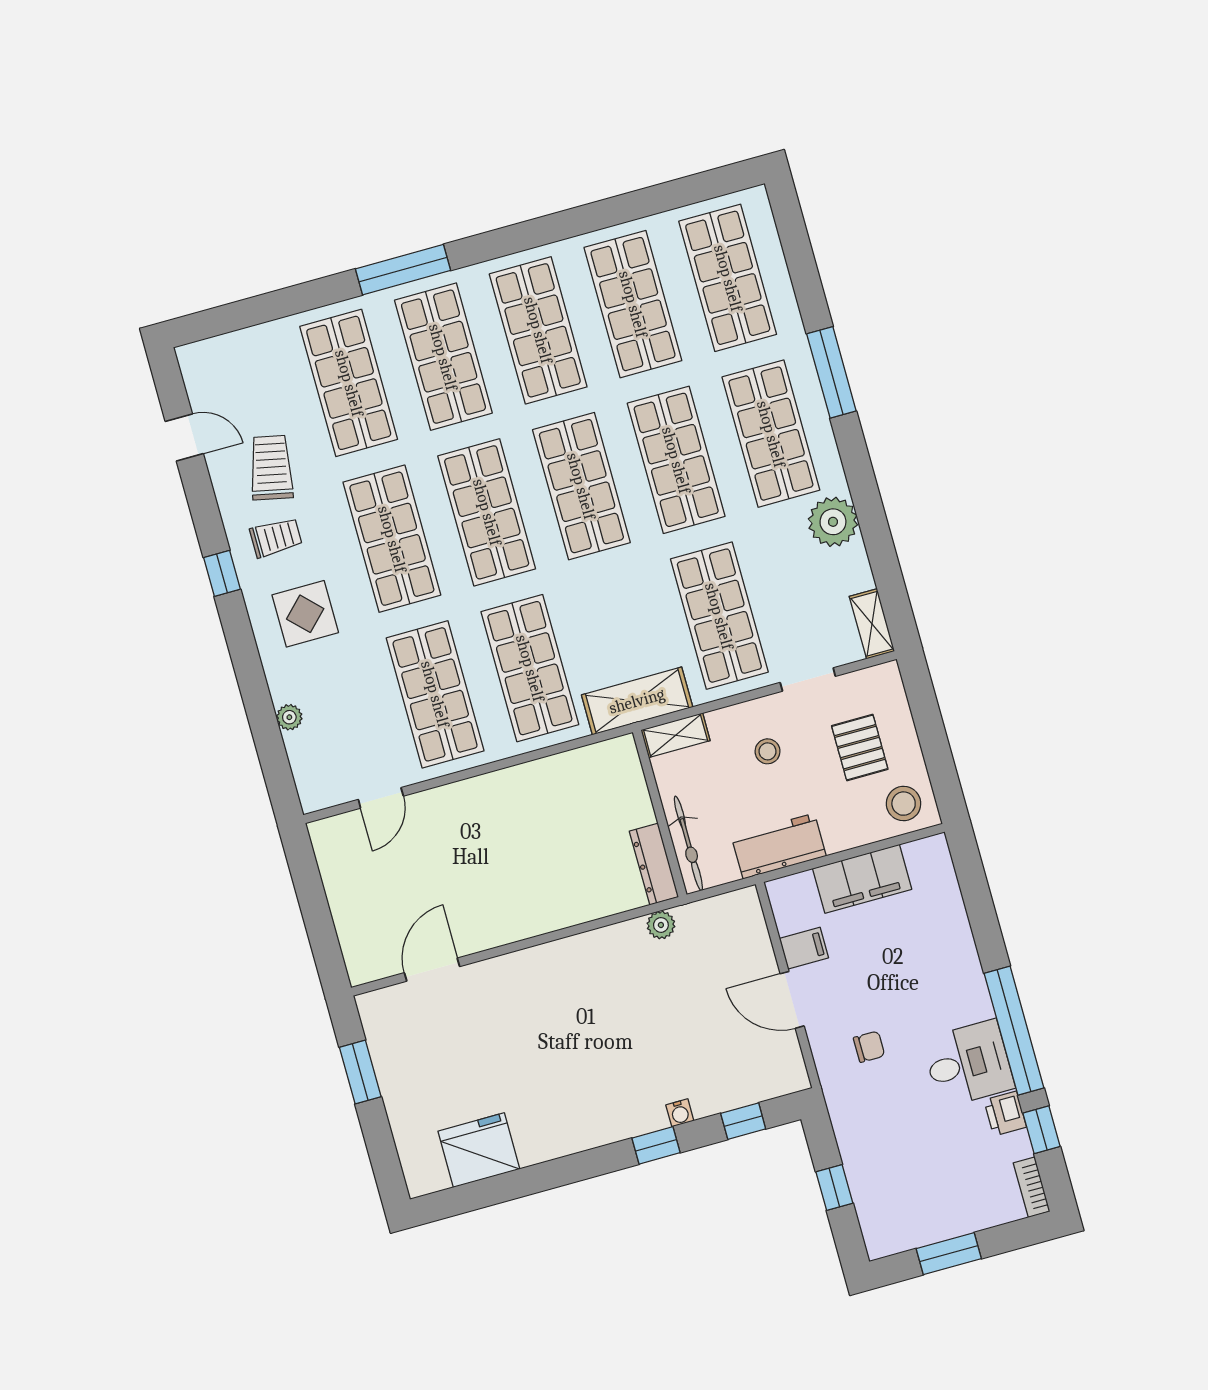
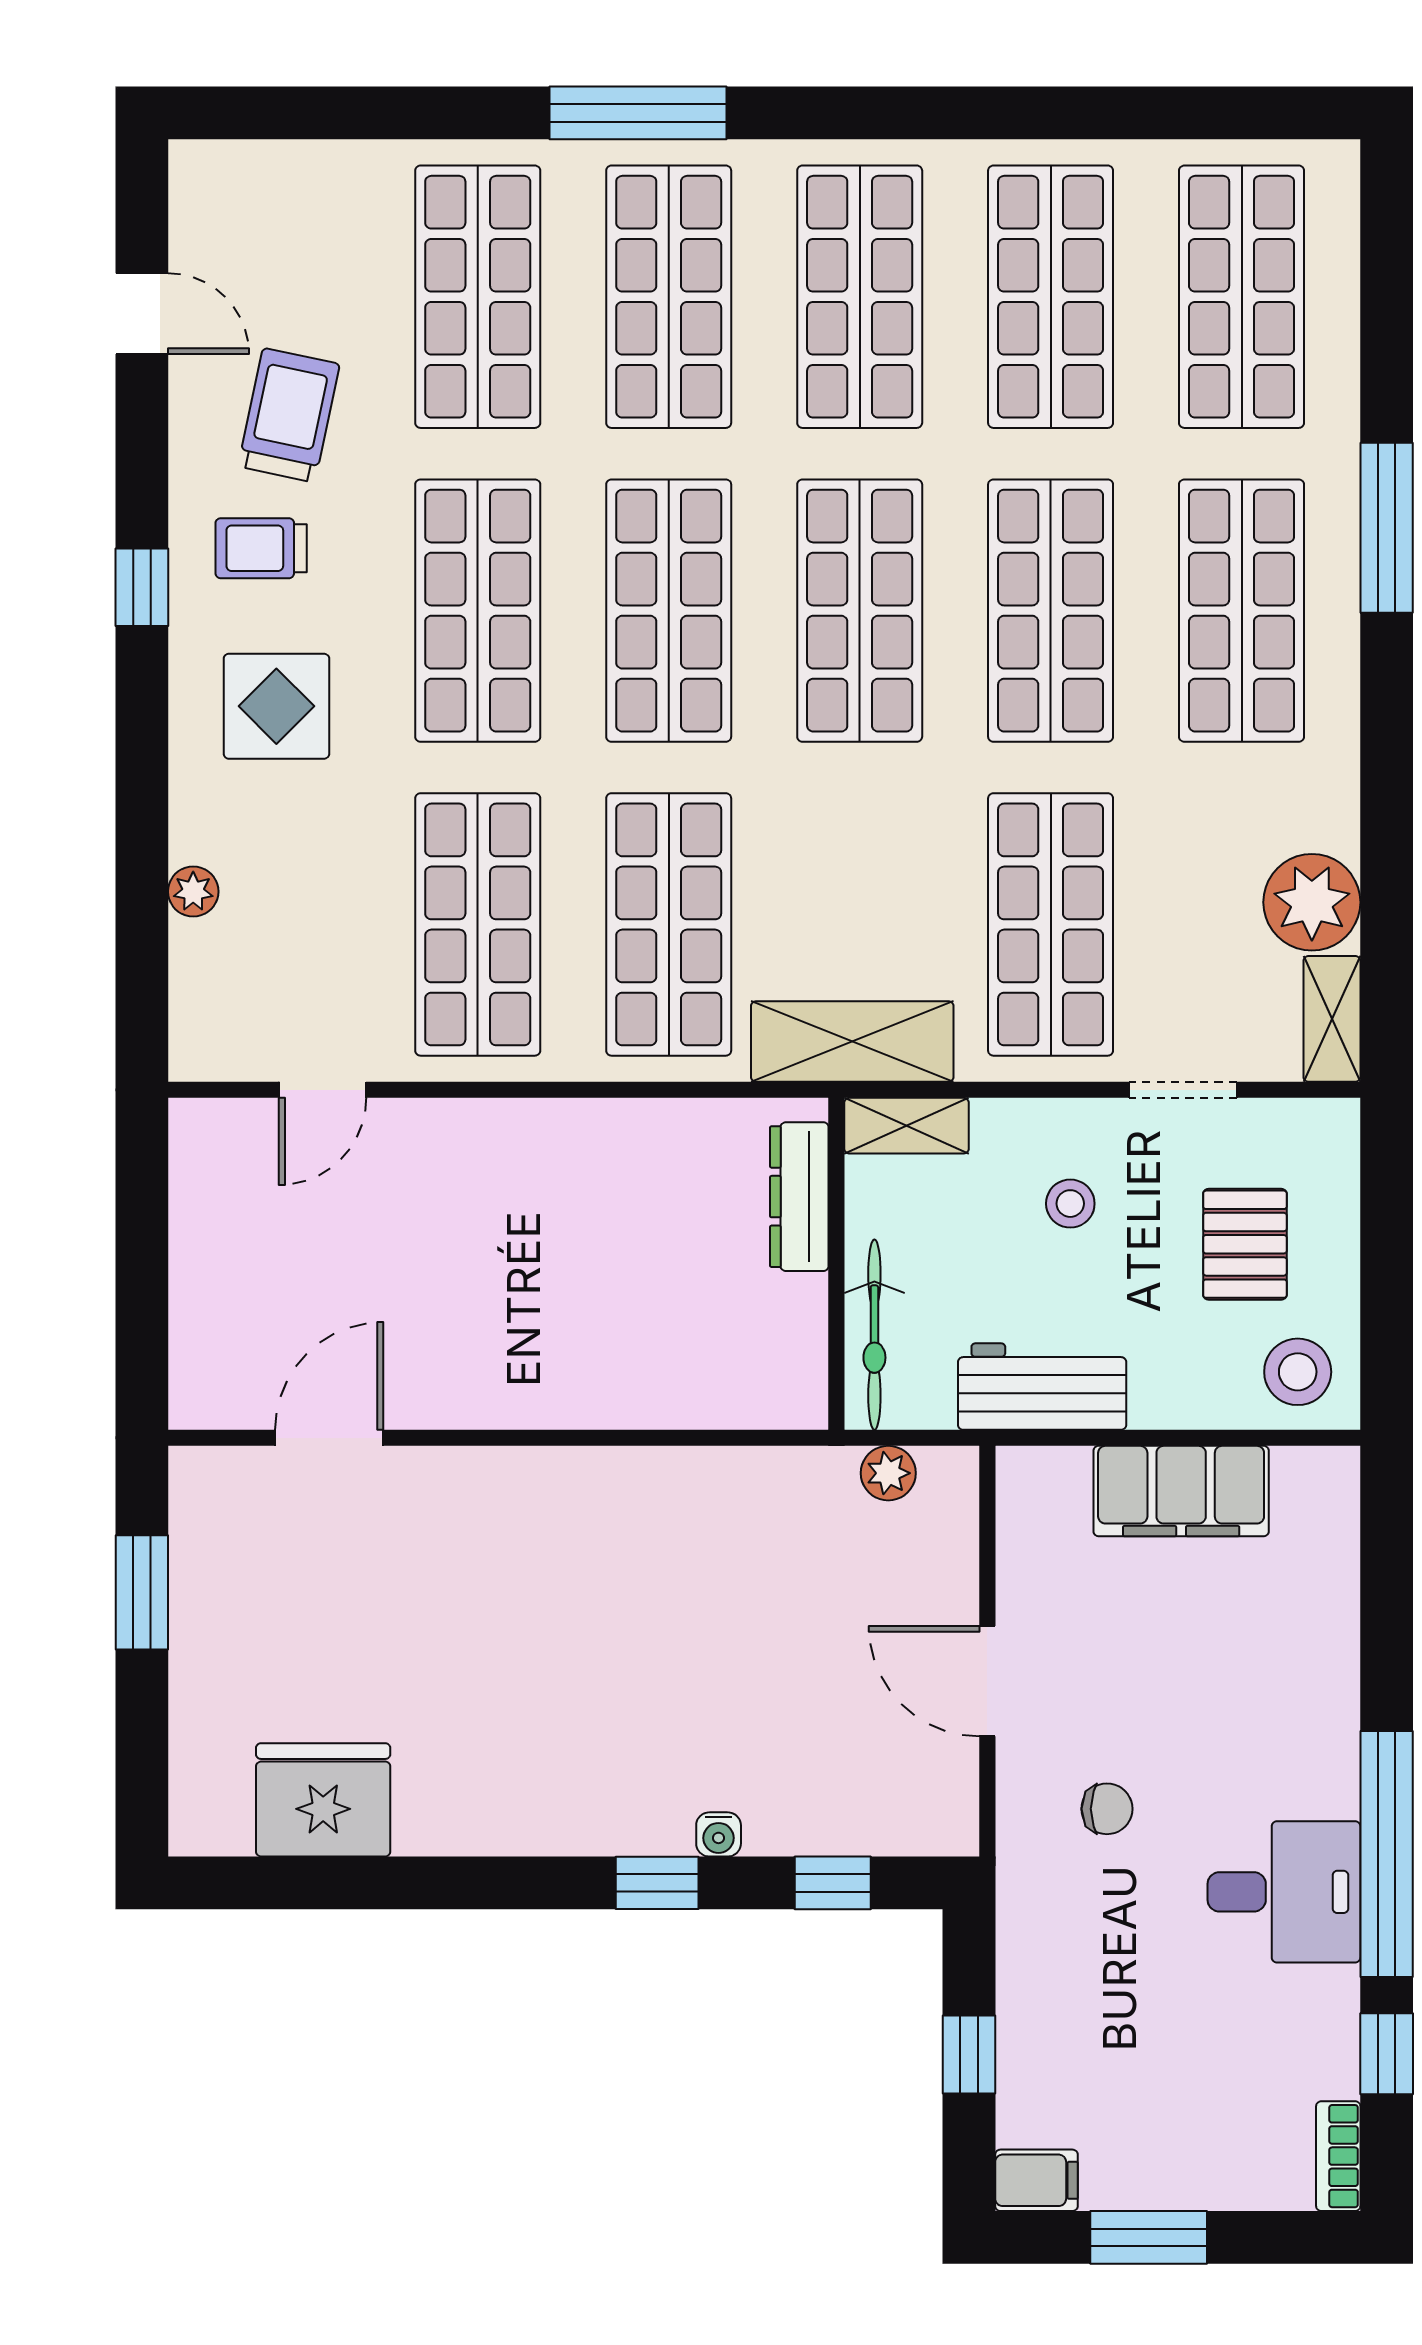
plant: (833, 522) -> (1312, 902), moved
trolley: (276, 537) -> (261, 548), turned 180
dresser: (654, 864) -> (799, 1197), moved
plant: (661, 925) -> (888, 1473), moved
filing cabinet: (804, 948) -> (1036, 2180), moved
printer: (1005, 1113) -> (1327, 2004), removed

